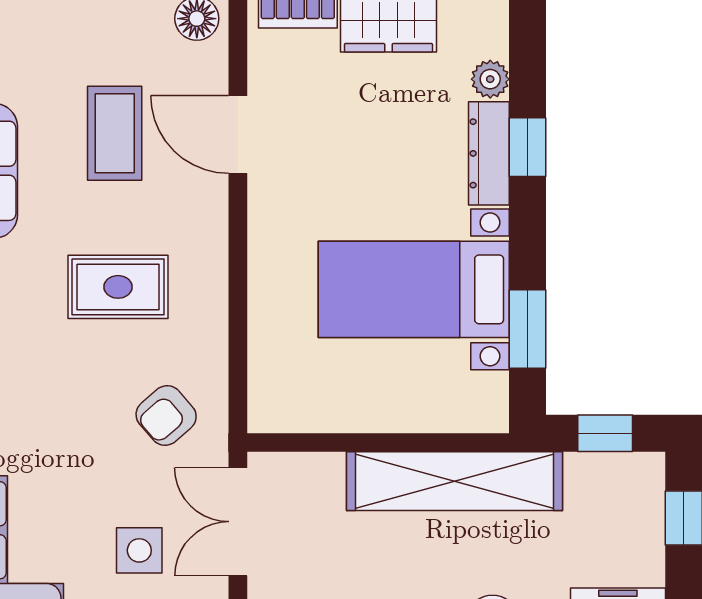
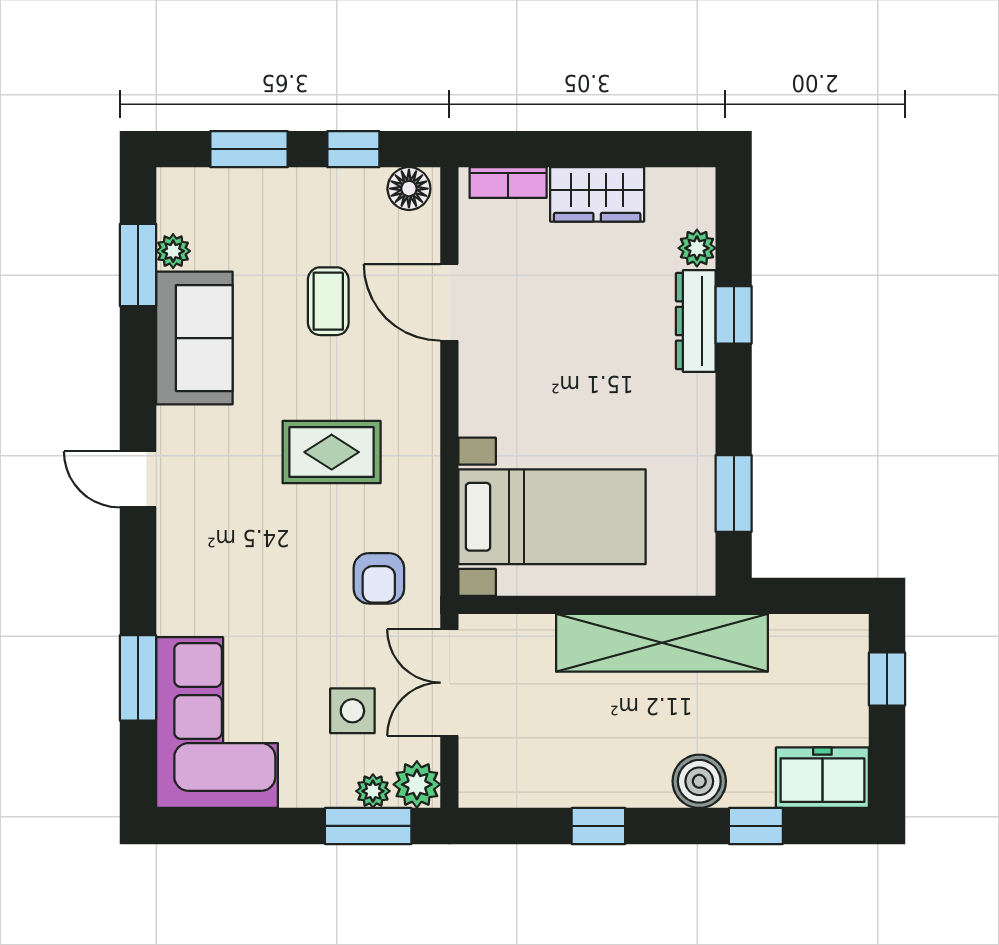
coffee table: (115, 133) -> (328, 301), width x0.73, depth x0.77
bed with nightstands: (414, 289) -> (552, 517), moved, turned 180
armchair: (166, 415) -> (379, 578), turned -49
window: (605, 433) -> (810, 596), removed

